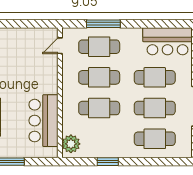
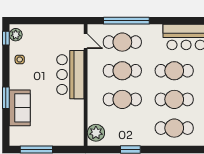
window: (103, 24) -> (126, 21), width x1.46
door: (60, 46) -> (86, 41), swing flipped
bar counter: (44, 121) -> (70, 75), moved

